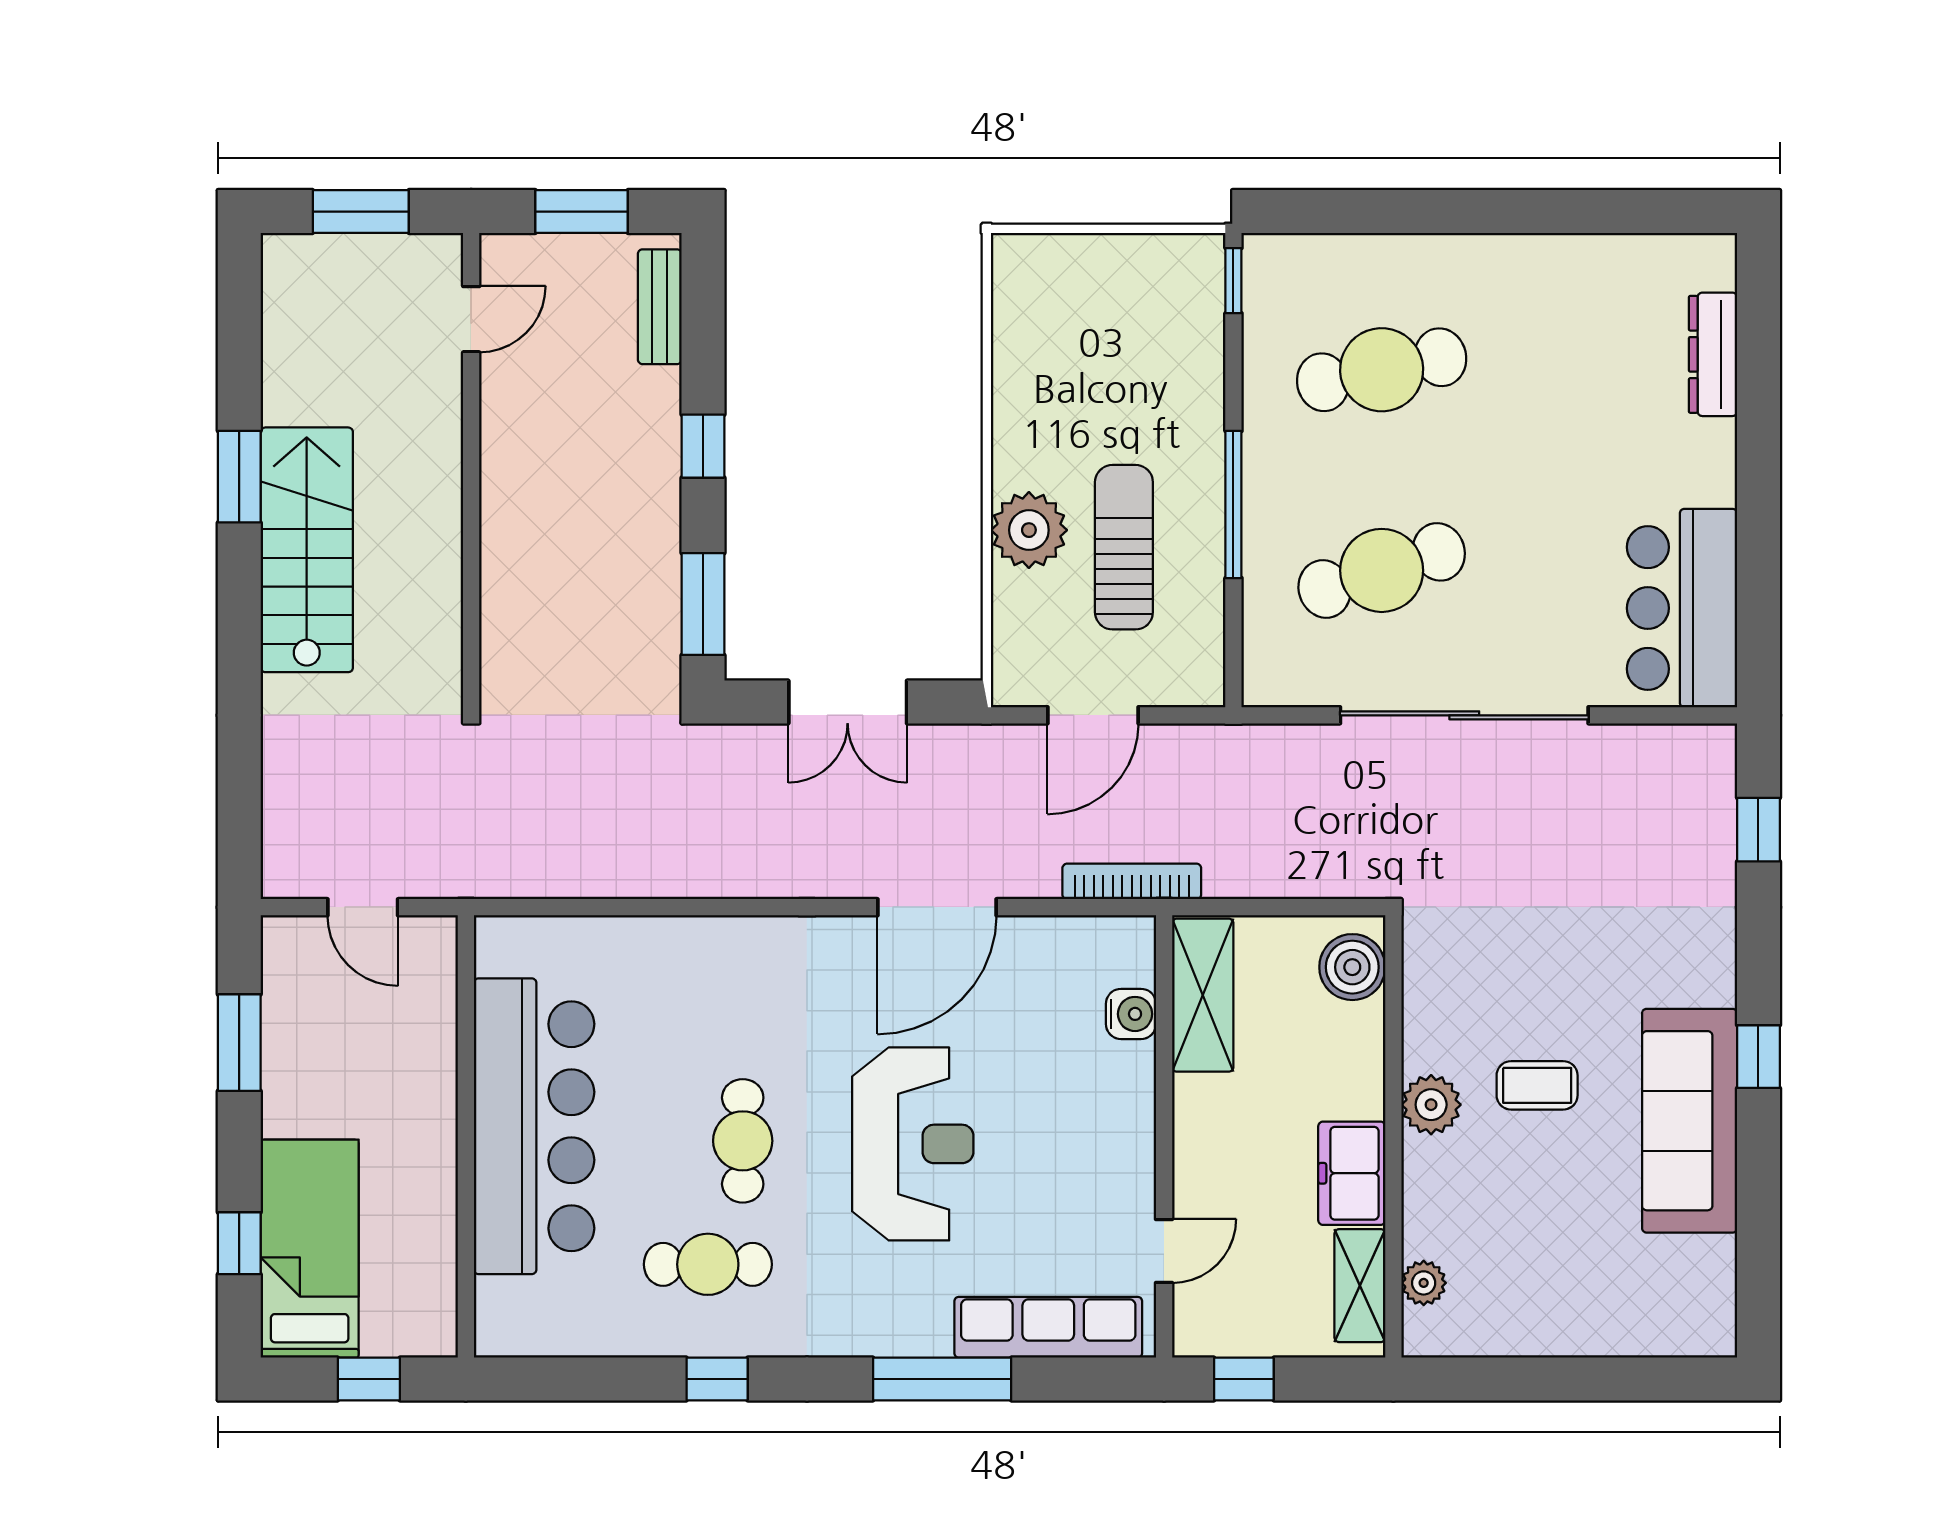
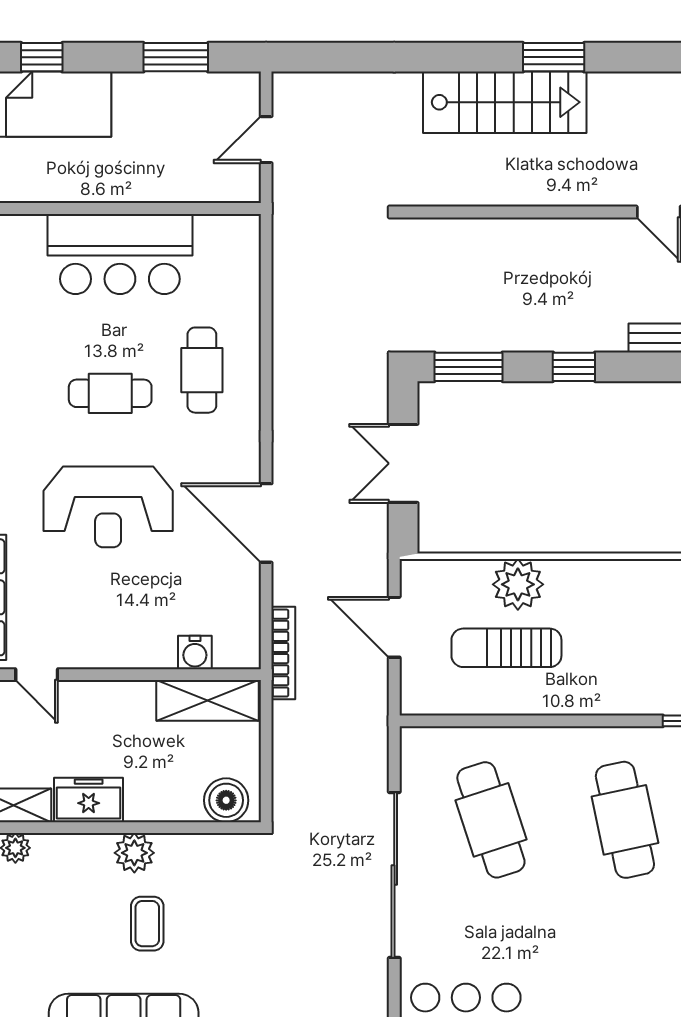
window: (1233, 504) -> (535, 721), removed
sun lounger: (1124, 547) -> (506, 648), turned 180
bar counter: (534, 1126) -> (120, 254), width x0.73
cafe table: (708, 1264) -> (202, 370), moved

